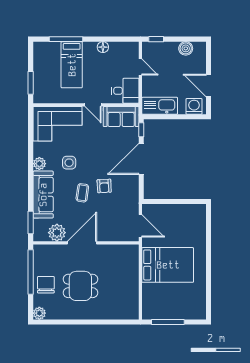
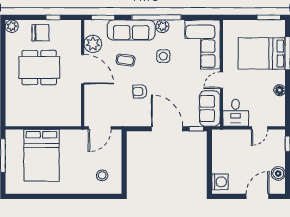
bed: (72, 65) -> (262, 53), width x1.50
window: (31, 83) -> (269, 17), moved
door: (208, 86) -> (258, 196), moved
kitchen sink: (160, 106) -> (221, 147), removed
window: (31, 169) -> (156, 17), added
coffee table: (82, 193) -> (125, 60), moved
stool: (188, 223) -> (102, 175), added
bed: (168, 265) -> (41, 155), moved
window: (31, 272) -> (53, 17), width x0.32
dining table: (80, 286) -> (39, 68), width x1.38

